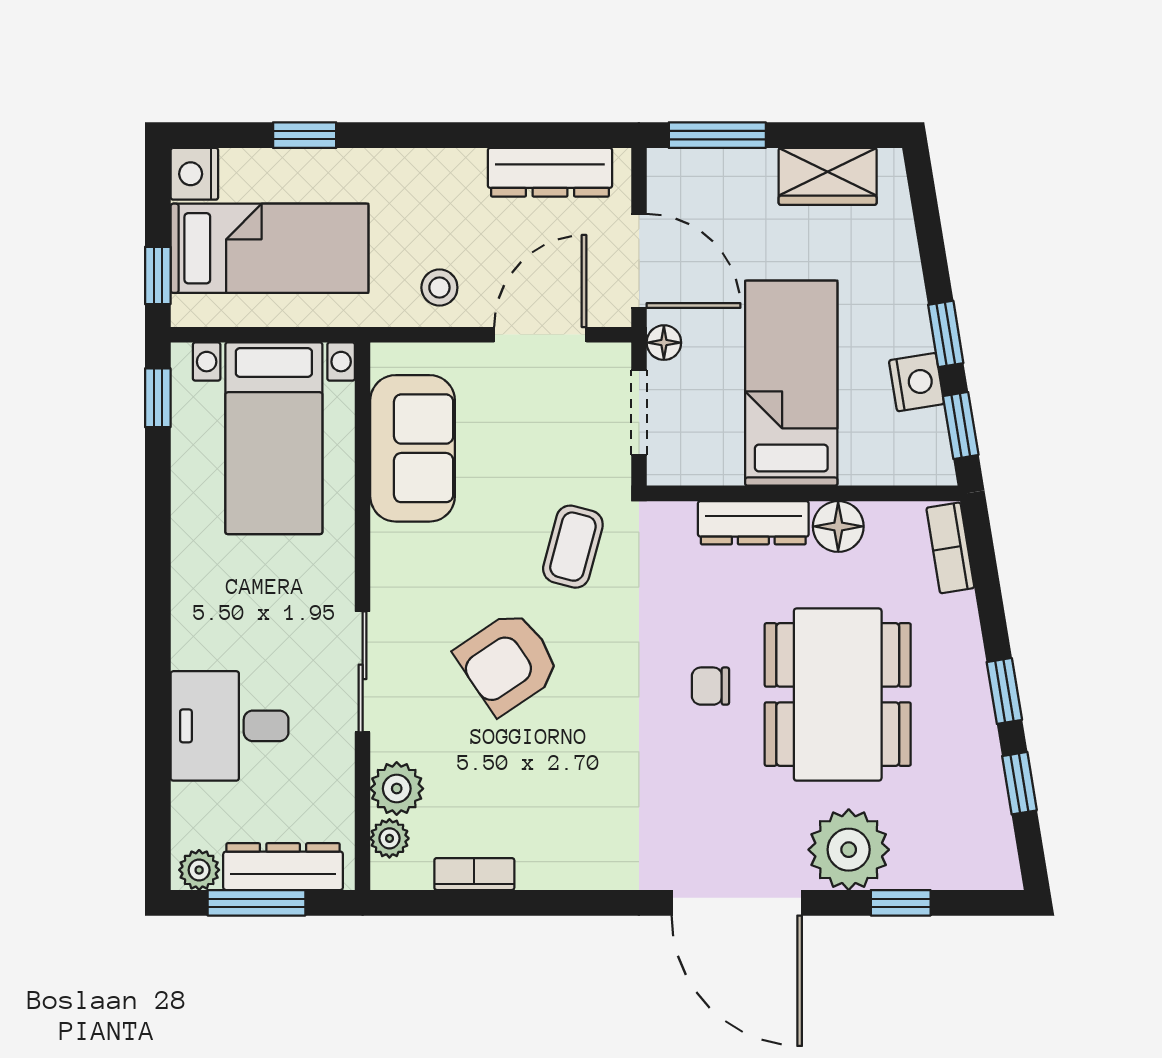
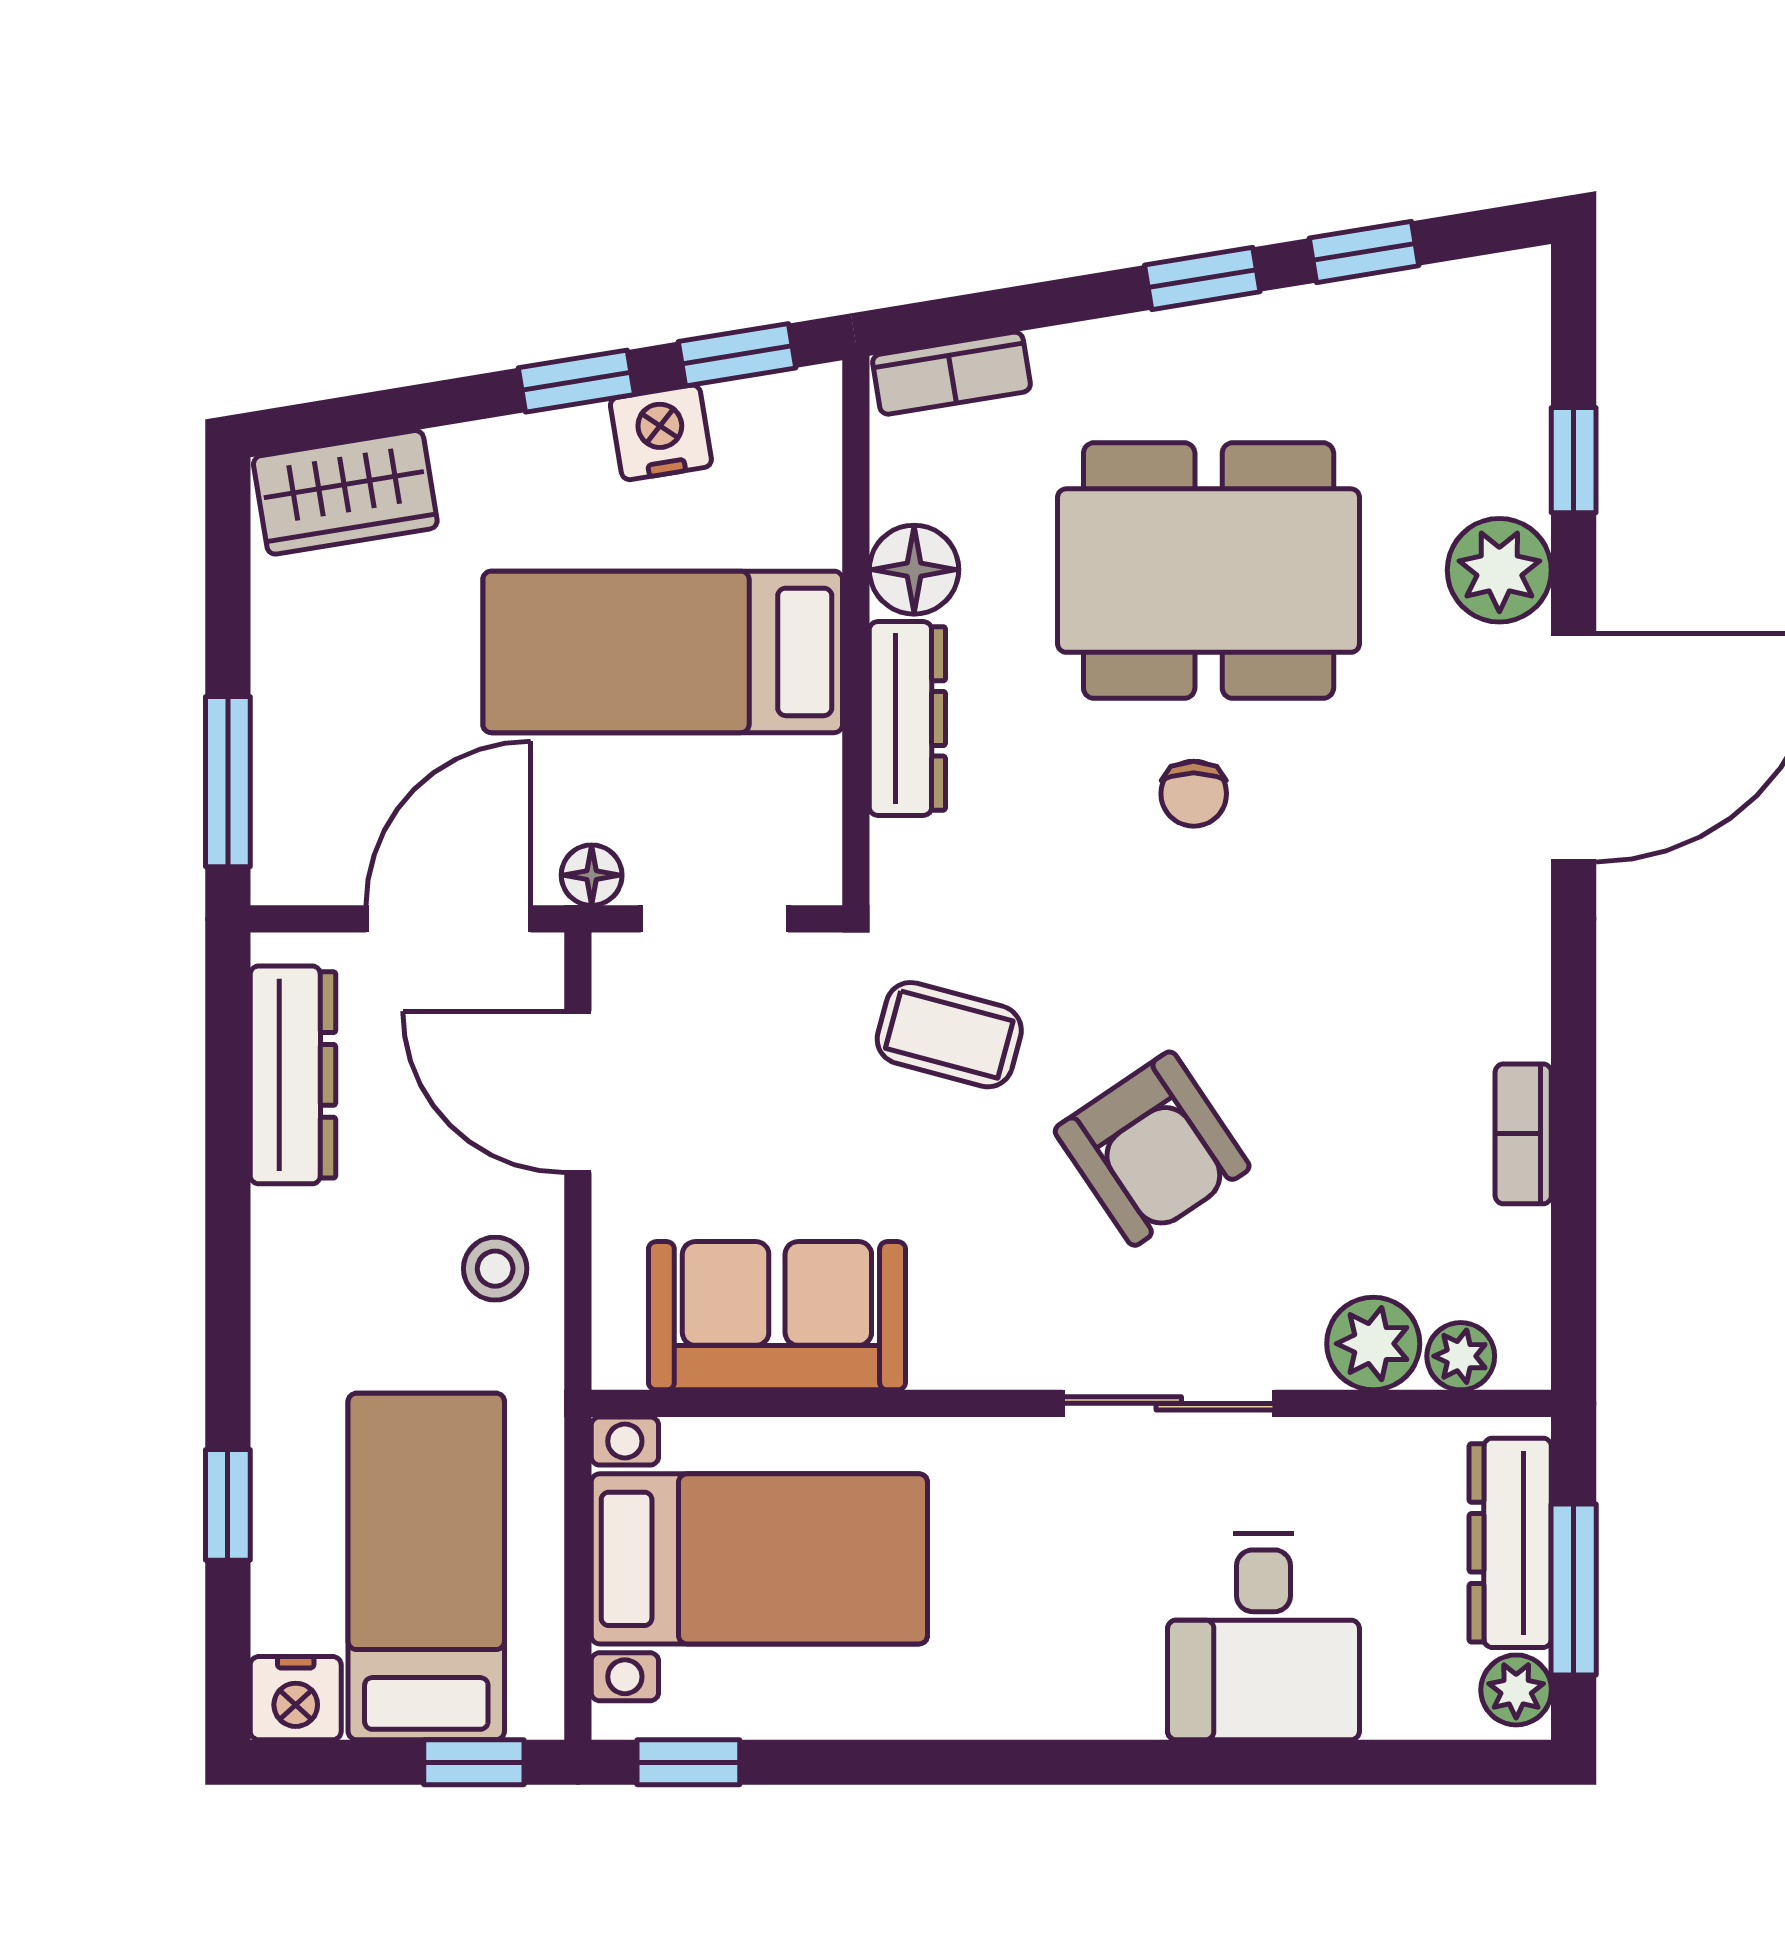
wardrobe: (828, 176) -> (345, 492), moved, turned 81
plant: (849, 850) -> (1499, 570), width x0.73, depth x0.73
bookcase: (474, 874) -> (1523, 1134), moved

